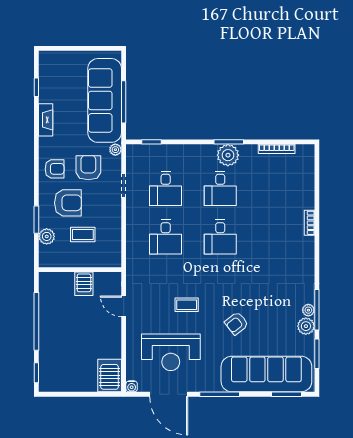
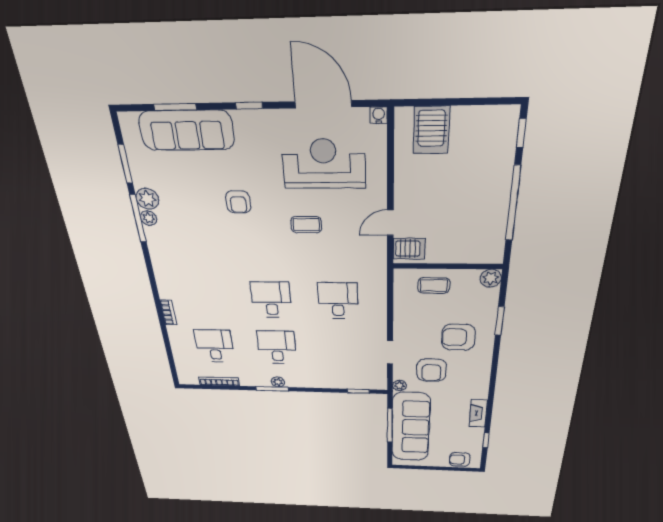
plant: (228, 155) -> (278, 382), width x0.53, depth x0.53
armchair: (55, 169) -> (460, 459), moved
desk: (166, 189) -> (214, 346), moved
coffee table: (83, 234) -> (434, 286), moved
plant: (47, 236) -> (491, 278), moved
server rack: (84, 284) -> (409, 249), moved, turned 90
door: (124, 306) -> (390, 223), swing flipped
armchair: (236, 323) -> (238, 202), turned 128
sofa: (266, 374) -> (187, 130), width x0.74, depth x0.79
server rack: (110, 376) -> (431, 130), moved
window: (220, 394) -> (249, 106), width x0.46
window: (287, 394) -> (175, 107), moved

